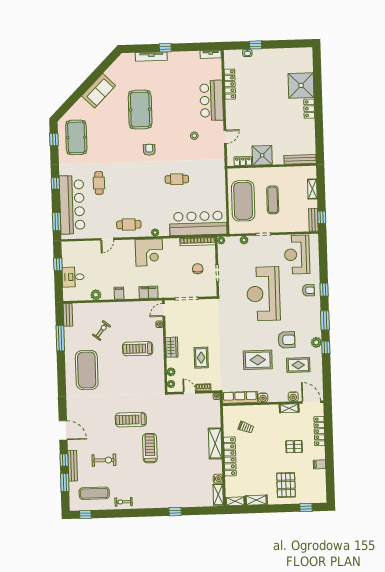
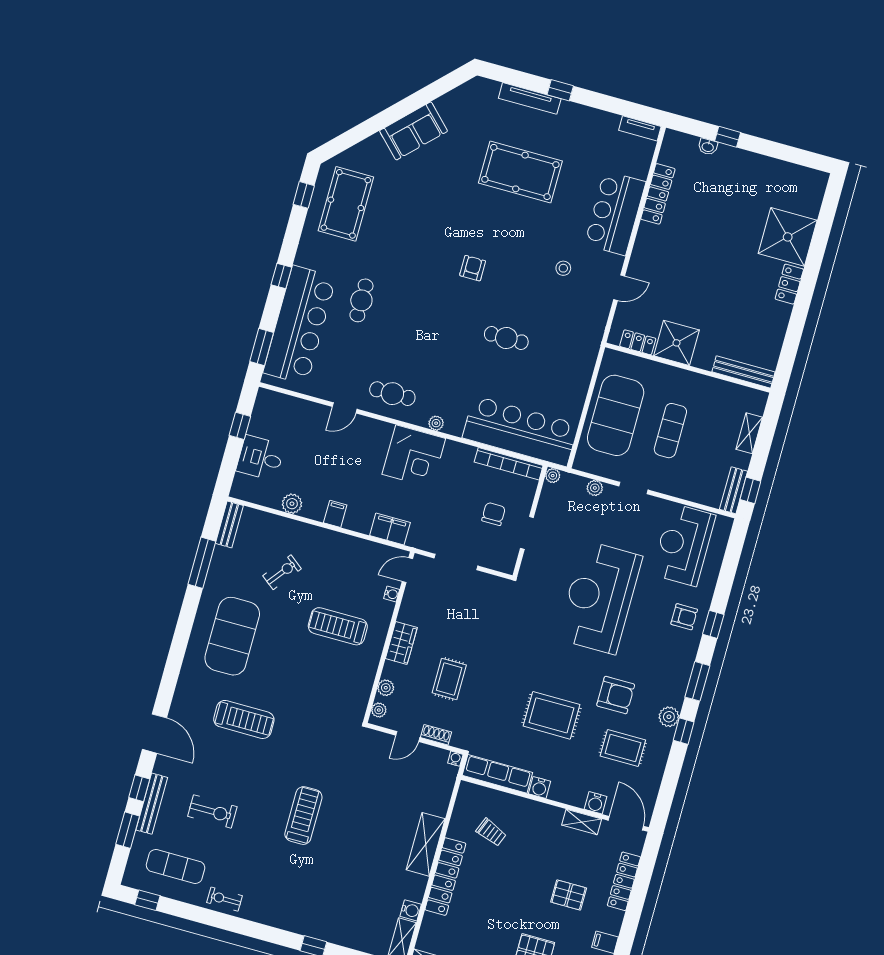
pool table: (140, 110) -> (520, 172), moved, turned 90
door: (189, 393) -> (408, 736), swing flipped
treadmill: (131, 420) -> (244, 719), moved, turned 180

